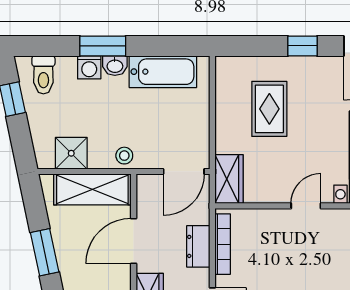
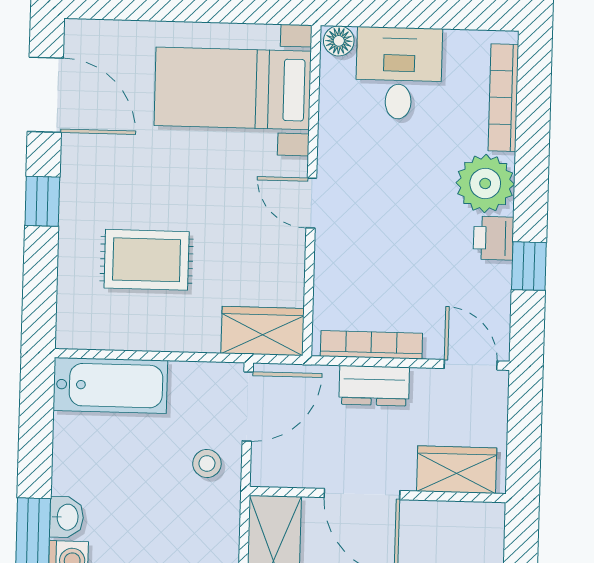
bathtub: (163, 72) -> (110, 385), moved, turned 90
stool: (124, 156) -> (207, 463), moved
door: (184, 171) -> (248, 406), hinge flipped

